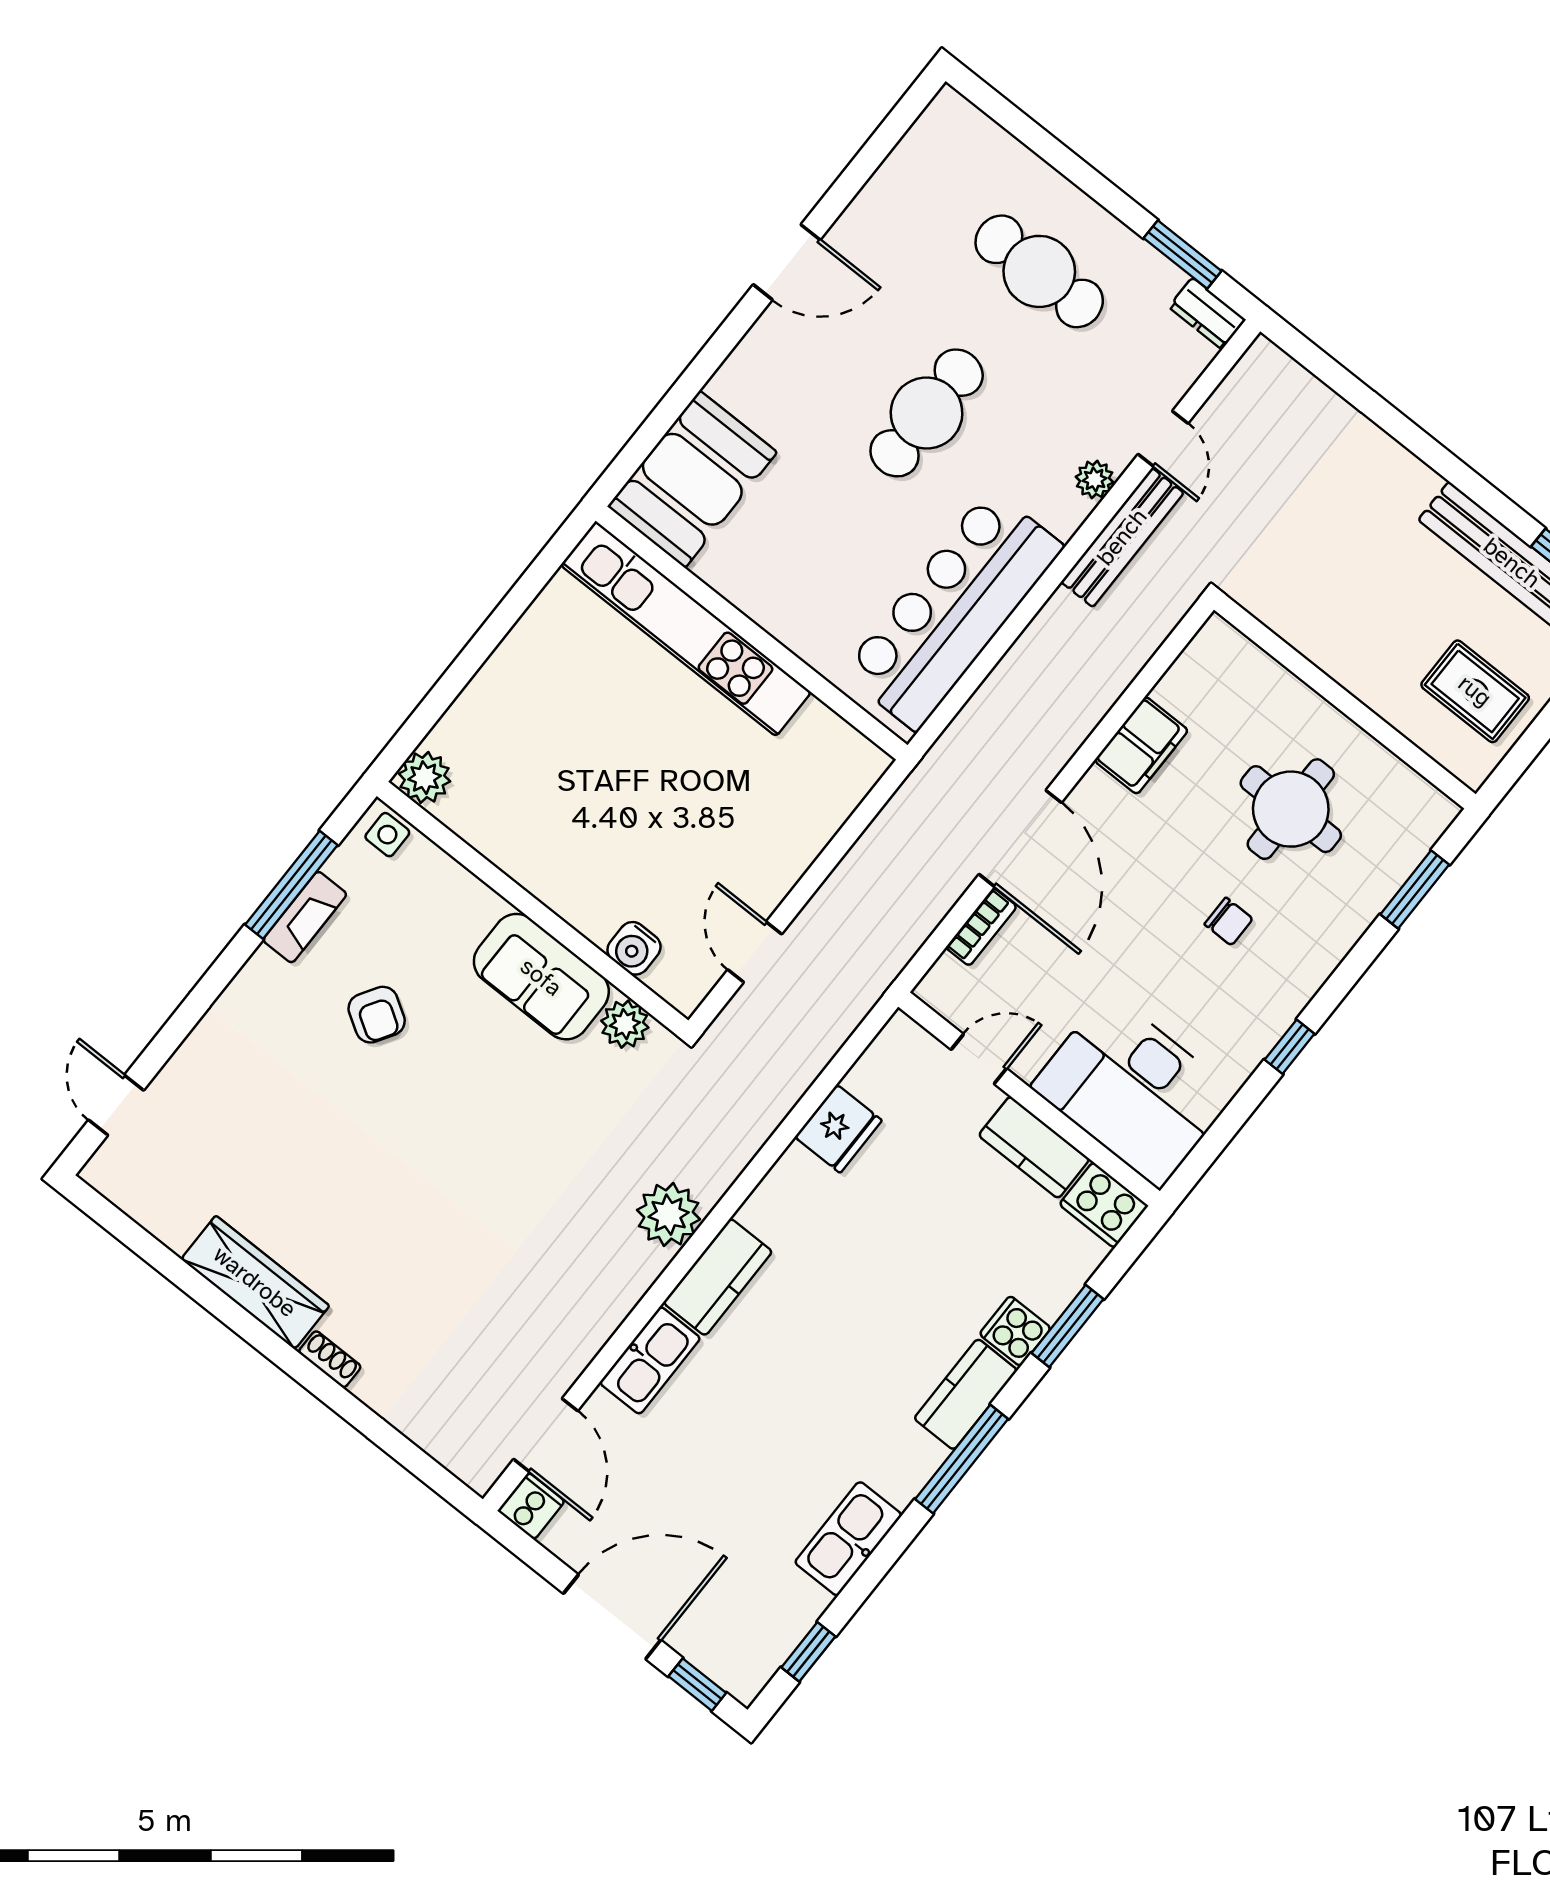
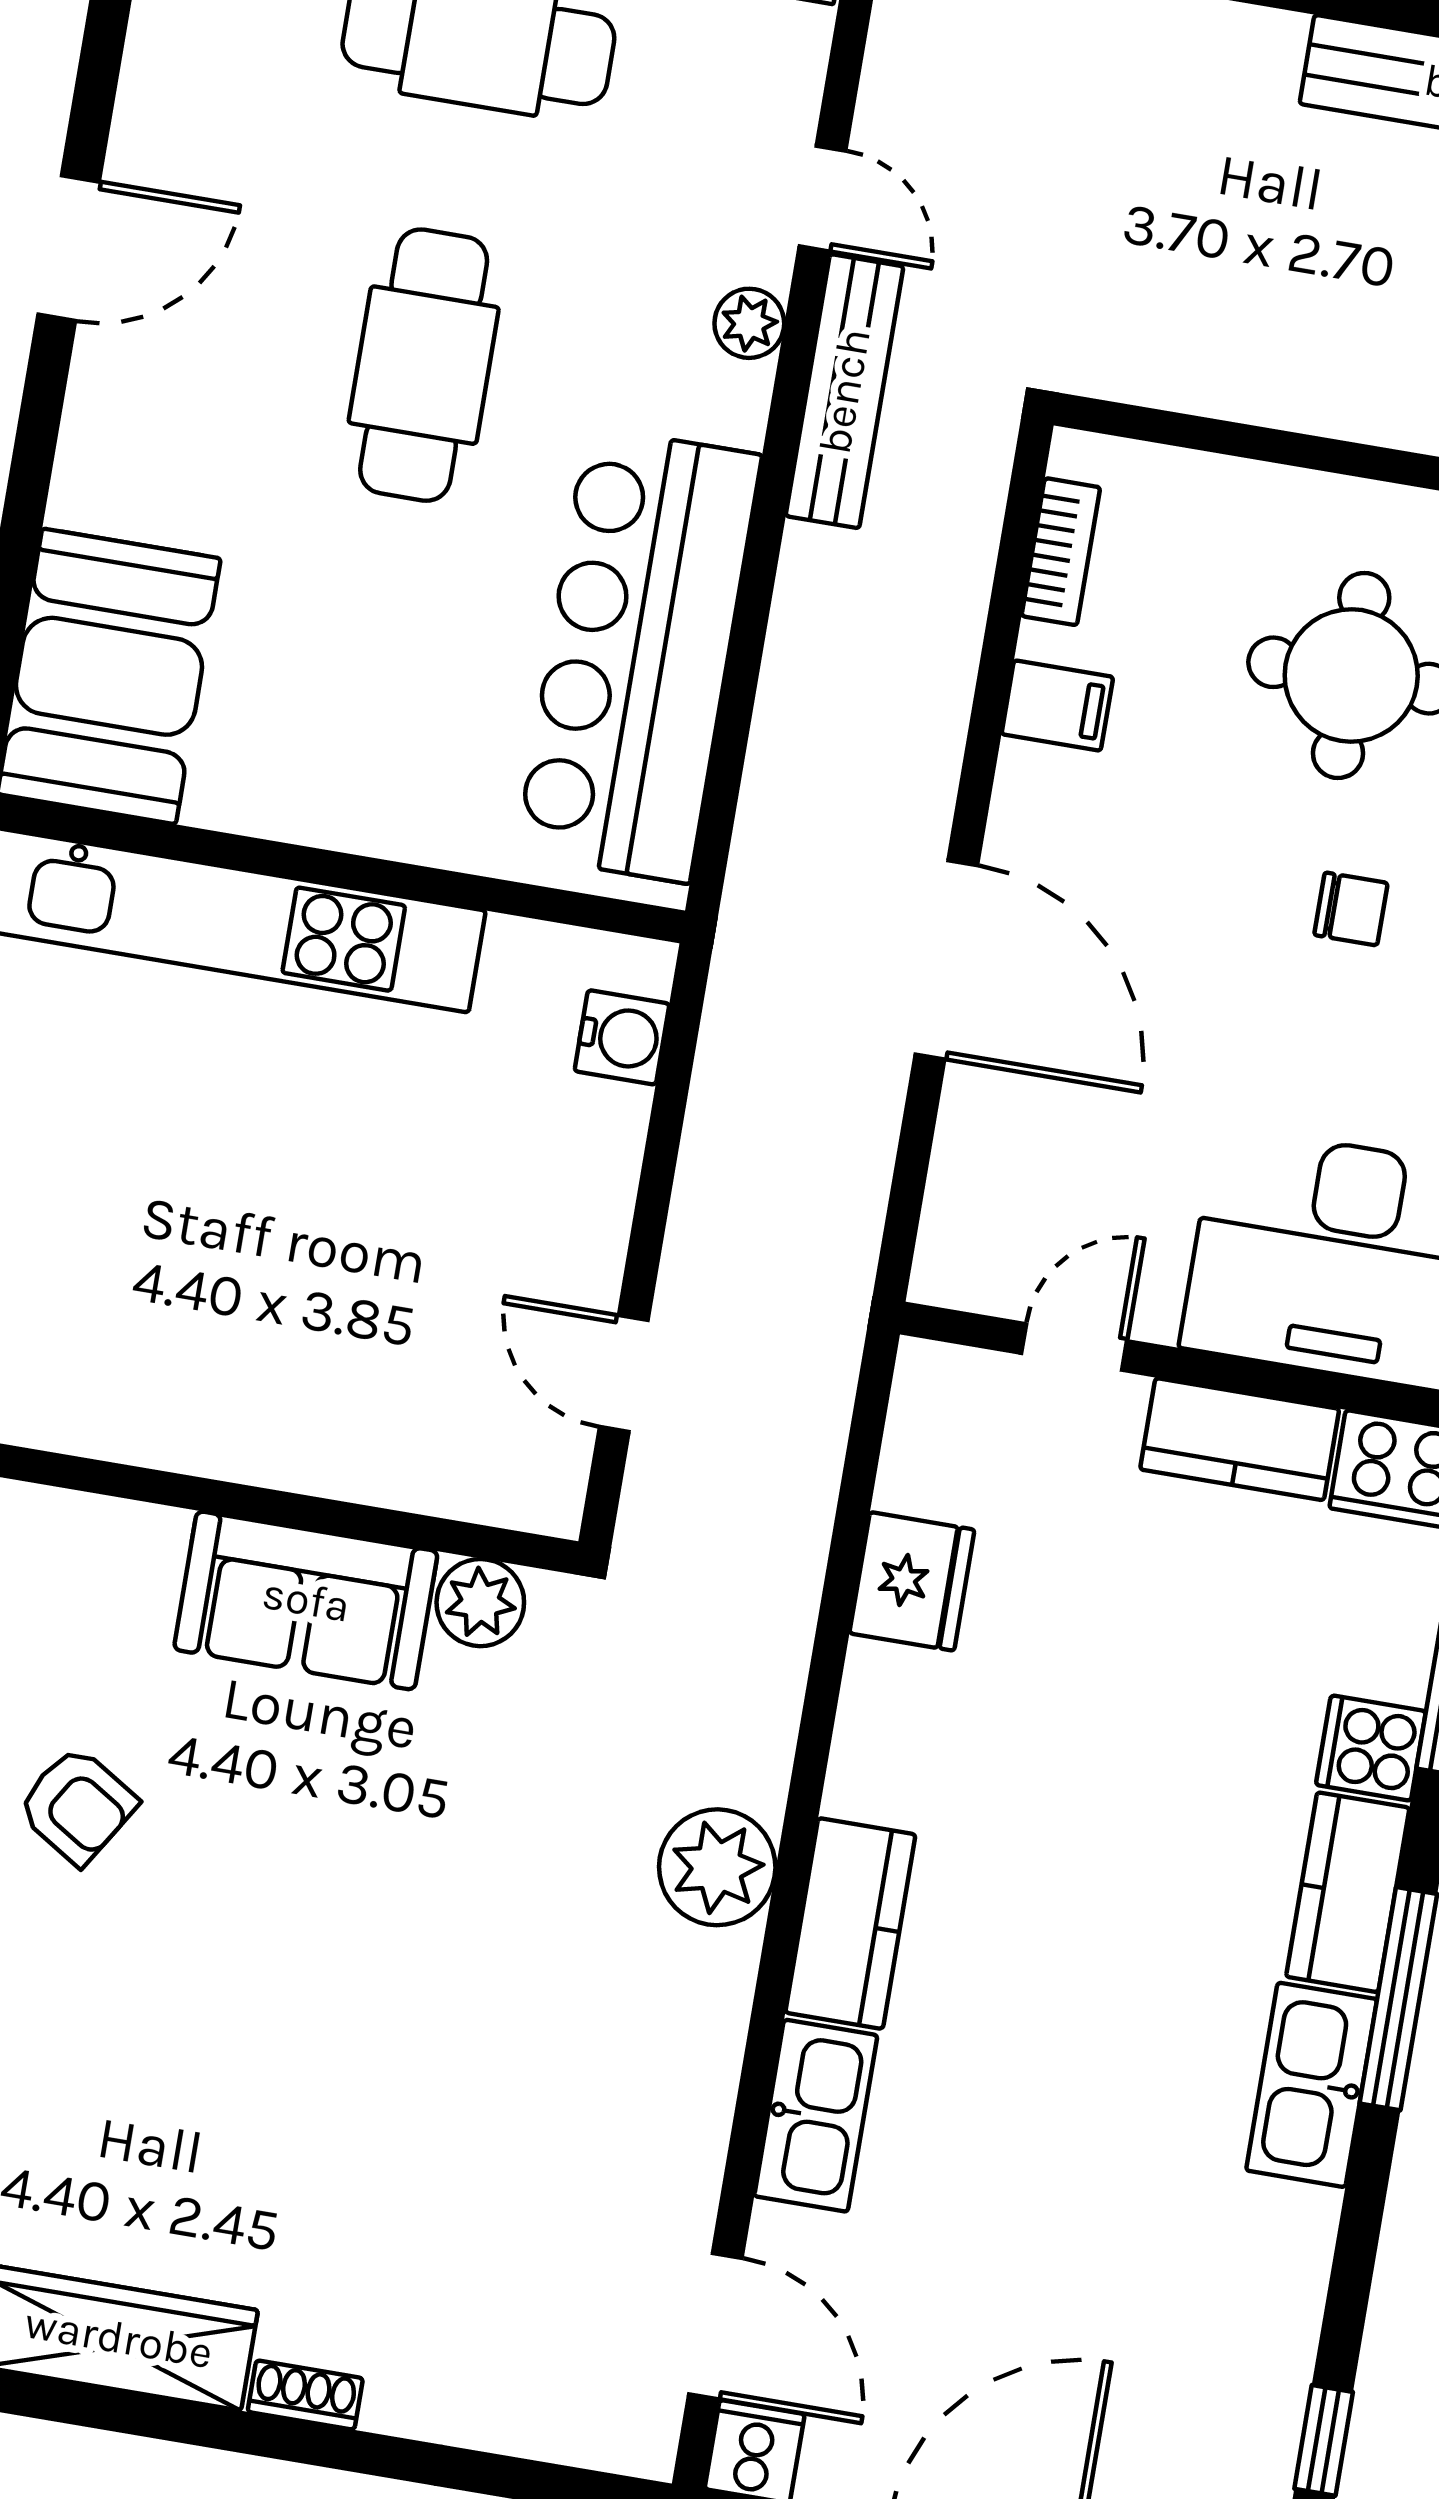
filing cabinet: (1141, 745) -> (1057, 706), width x0.50
bookcase: (981, 927) -> (1061, 552), moved
water cooler: (634, 948) -> (622, 1037), moved, turned -90
kitchen sink: (848, 1539) -> (1312, 2085), moved

